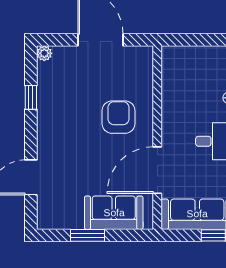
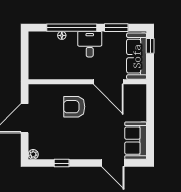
sofa: (114, 213) -> (136, 141), moved
window: (88, 235) -> (150, 127), removed

